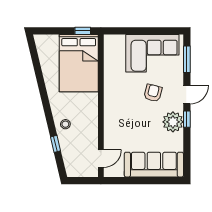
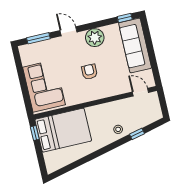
corner sofa: (152, 53) -> (44, 86), moved
armchair: (153, 93) -> (89, 72), moved, turned 76
window: (187, 119) -> (125, 18), moved

